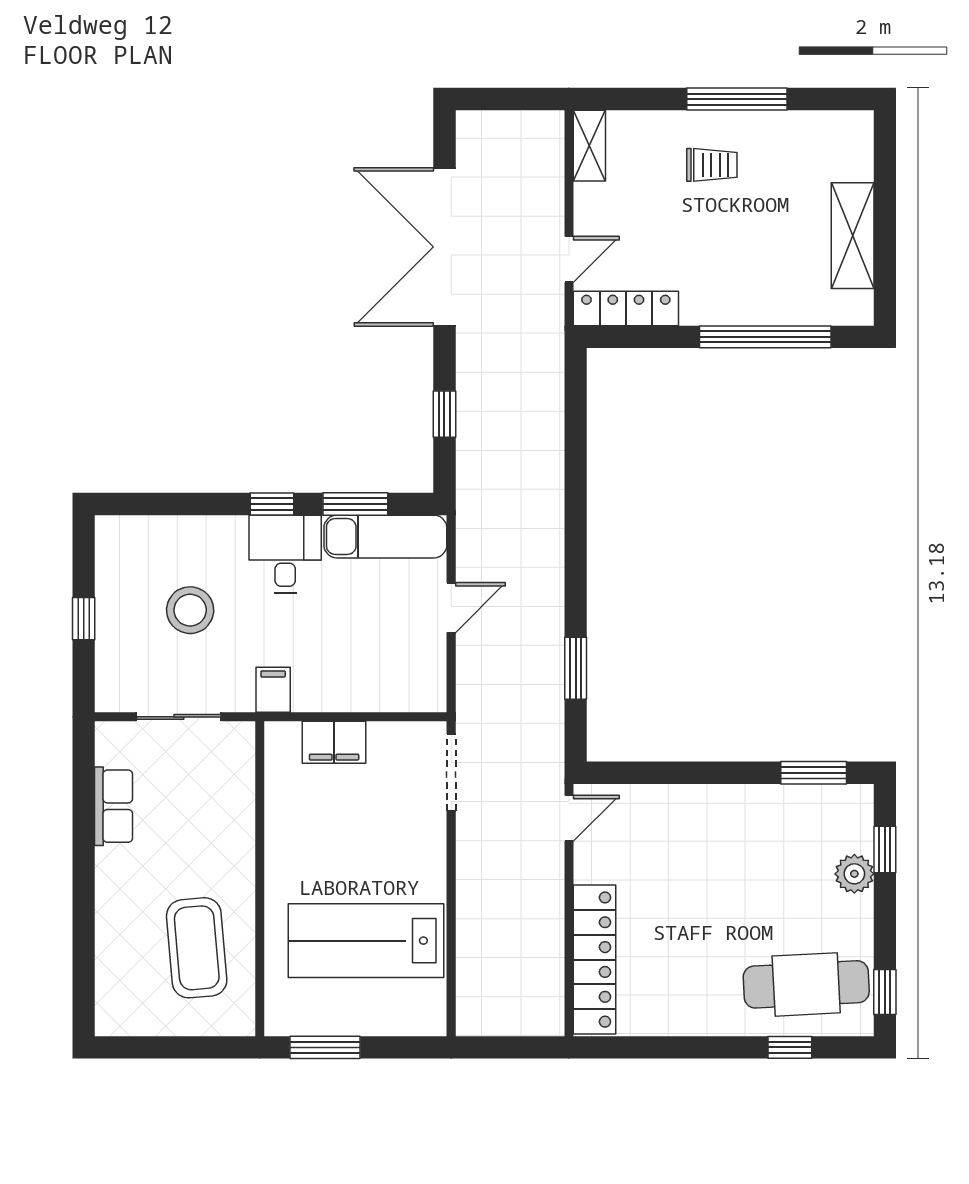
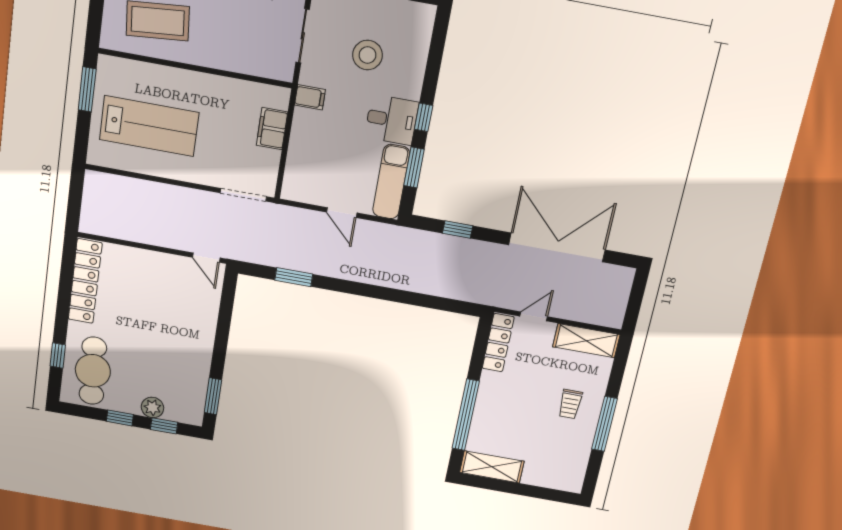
shelving: (589, 146) -> (586, 341), width x1.50, depth x1.33
shelving: (853, 236) -> (492, 467), moved
door: (569, 259) -> (534, 316), swing flipped
lab bench: (366, 941) -> (149, 126), turned 90
locker: (594, 960) -> (85, 281), moved, turned -90
window: (885, 992) -> (120, 418), moved

